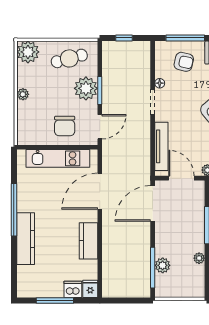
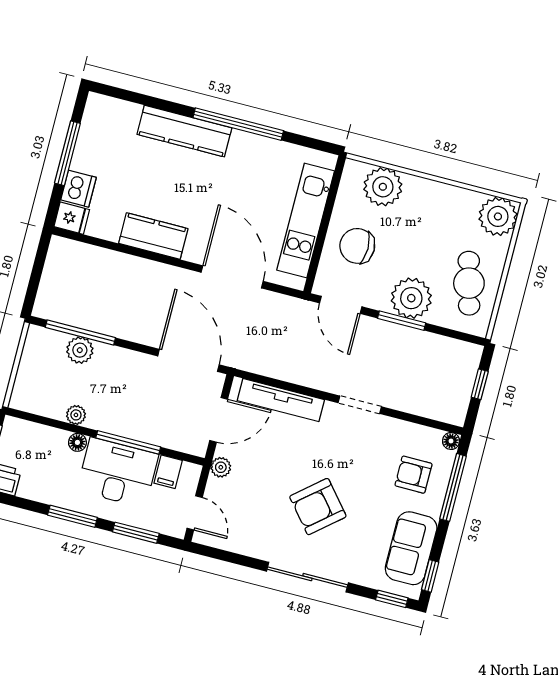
armchair: (184, 62) -> (413, 475), turned 77
floor lamp: (160, 83) -> (451, 441), moved
plant: (23, 94) -> (383, 187), moved, width x1.88, depth x1.88

